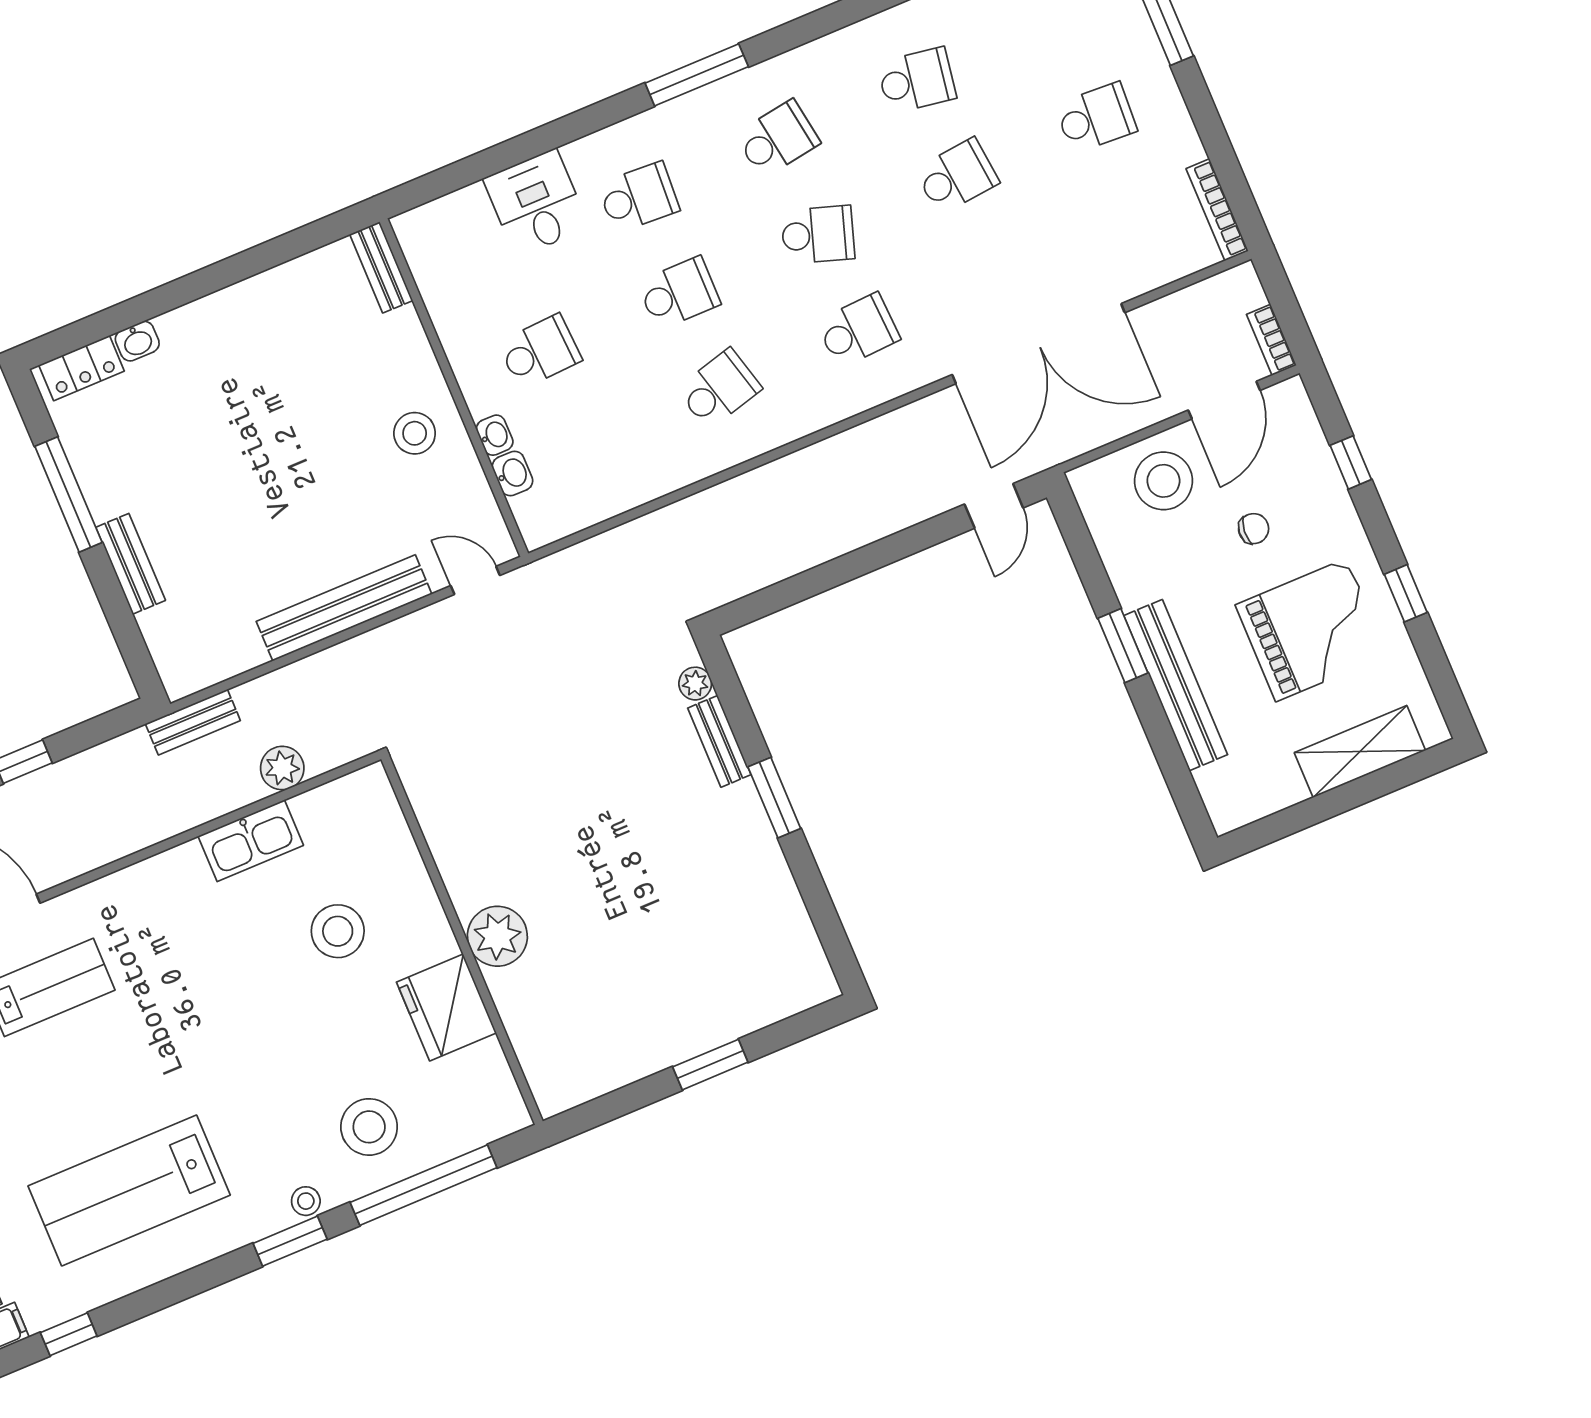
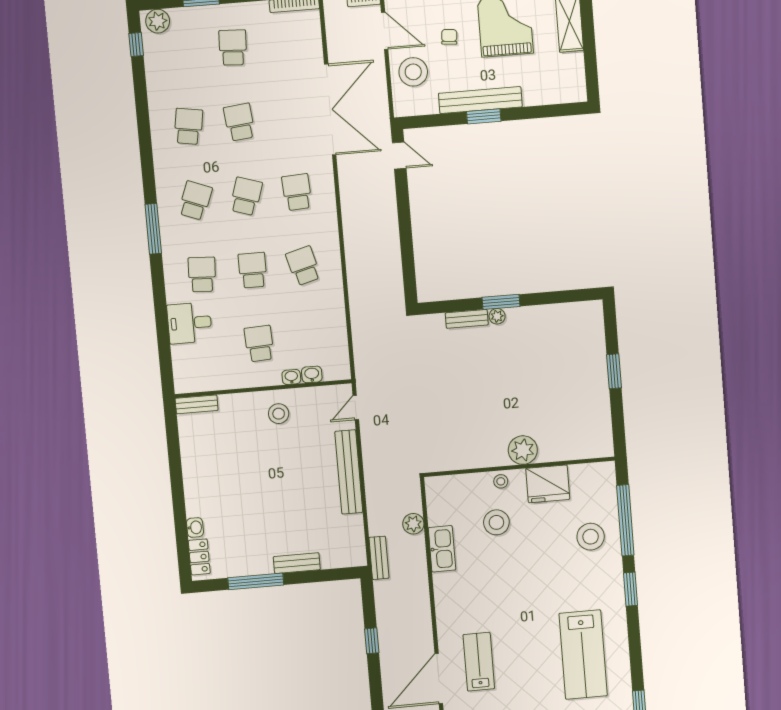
school desk: (778, 139) -> (195, 201), turned 30
plant: (695, 684) -> (497, 316), moved
bench: (1176, 685) -> (480, 100), moved
stool: (306, 1201) -> (501, 481), moved

